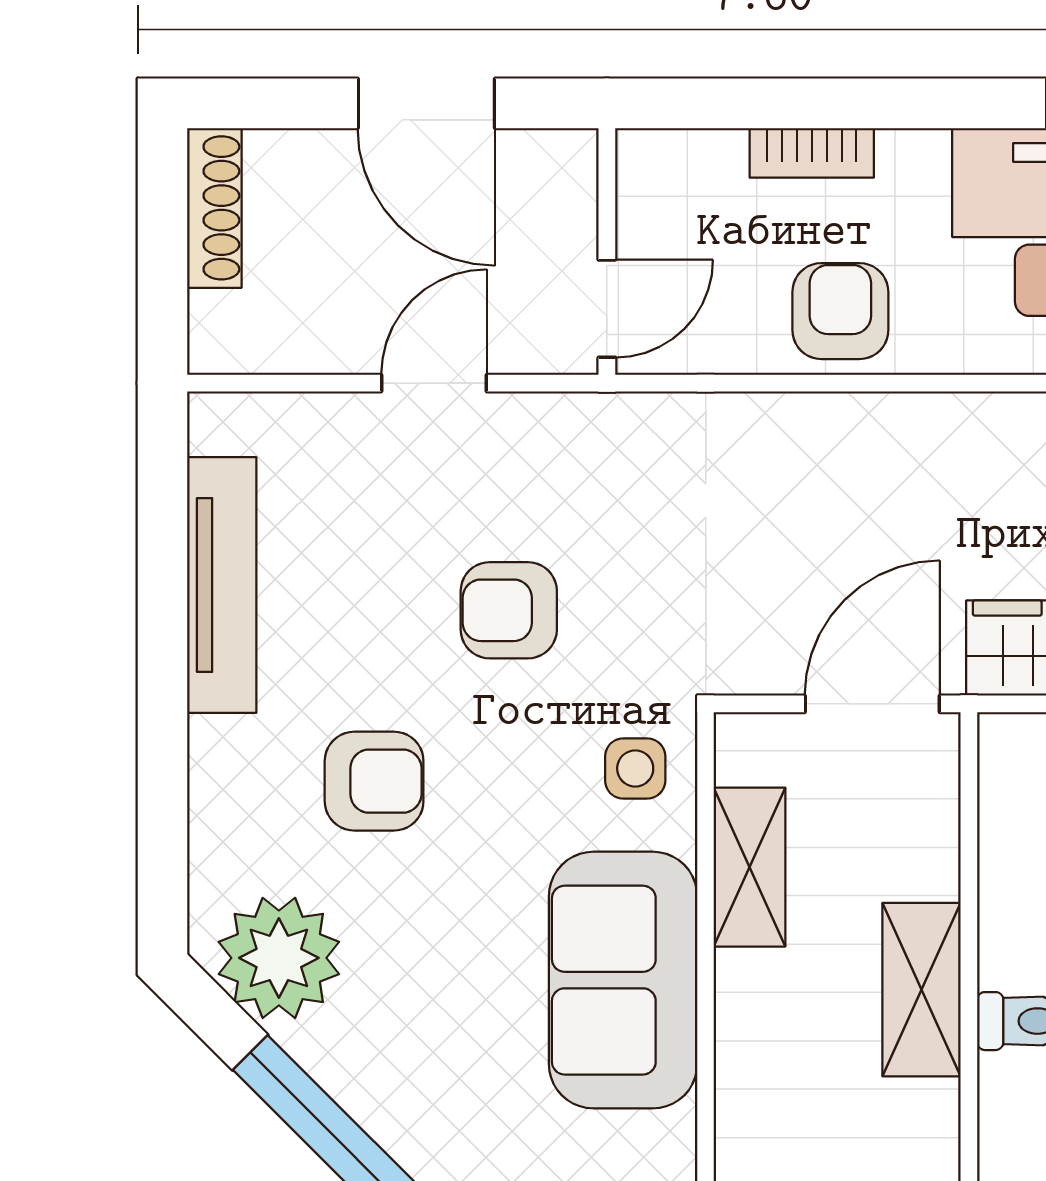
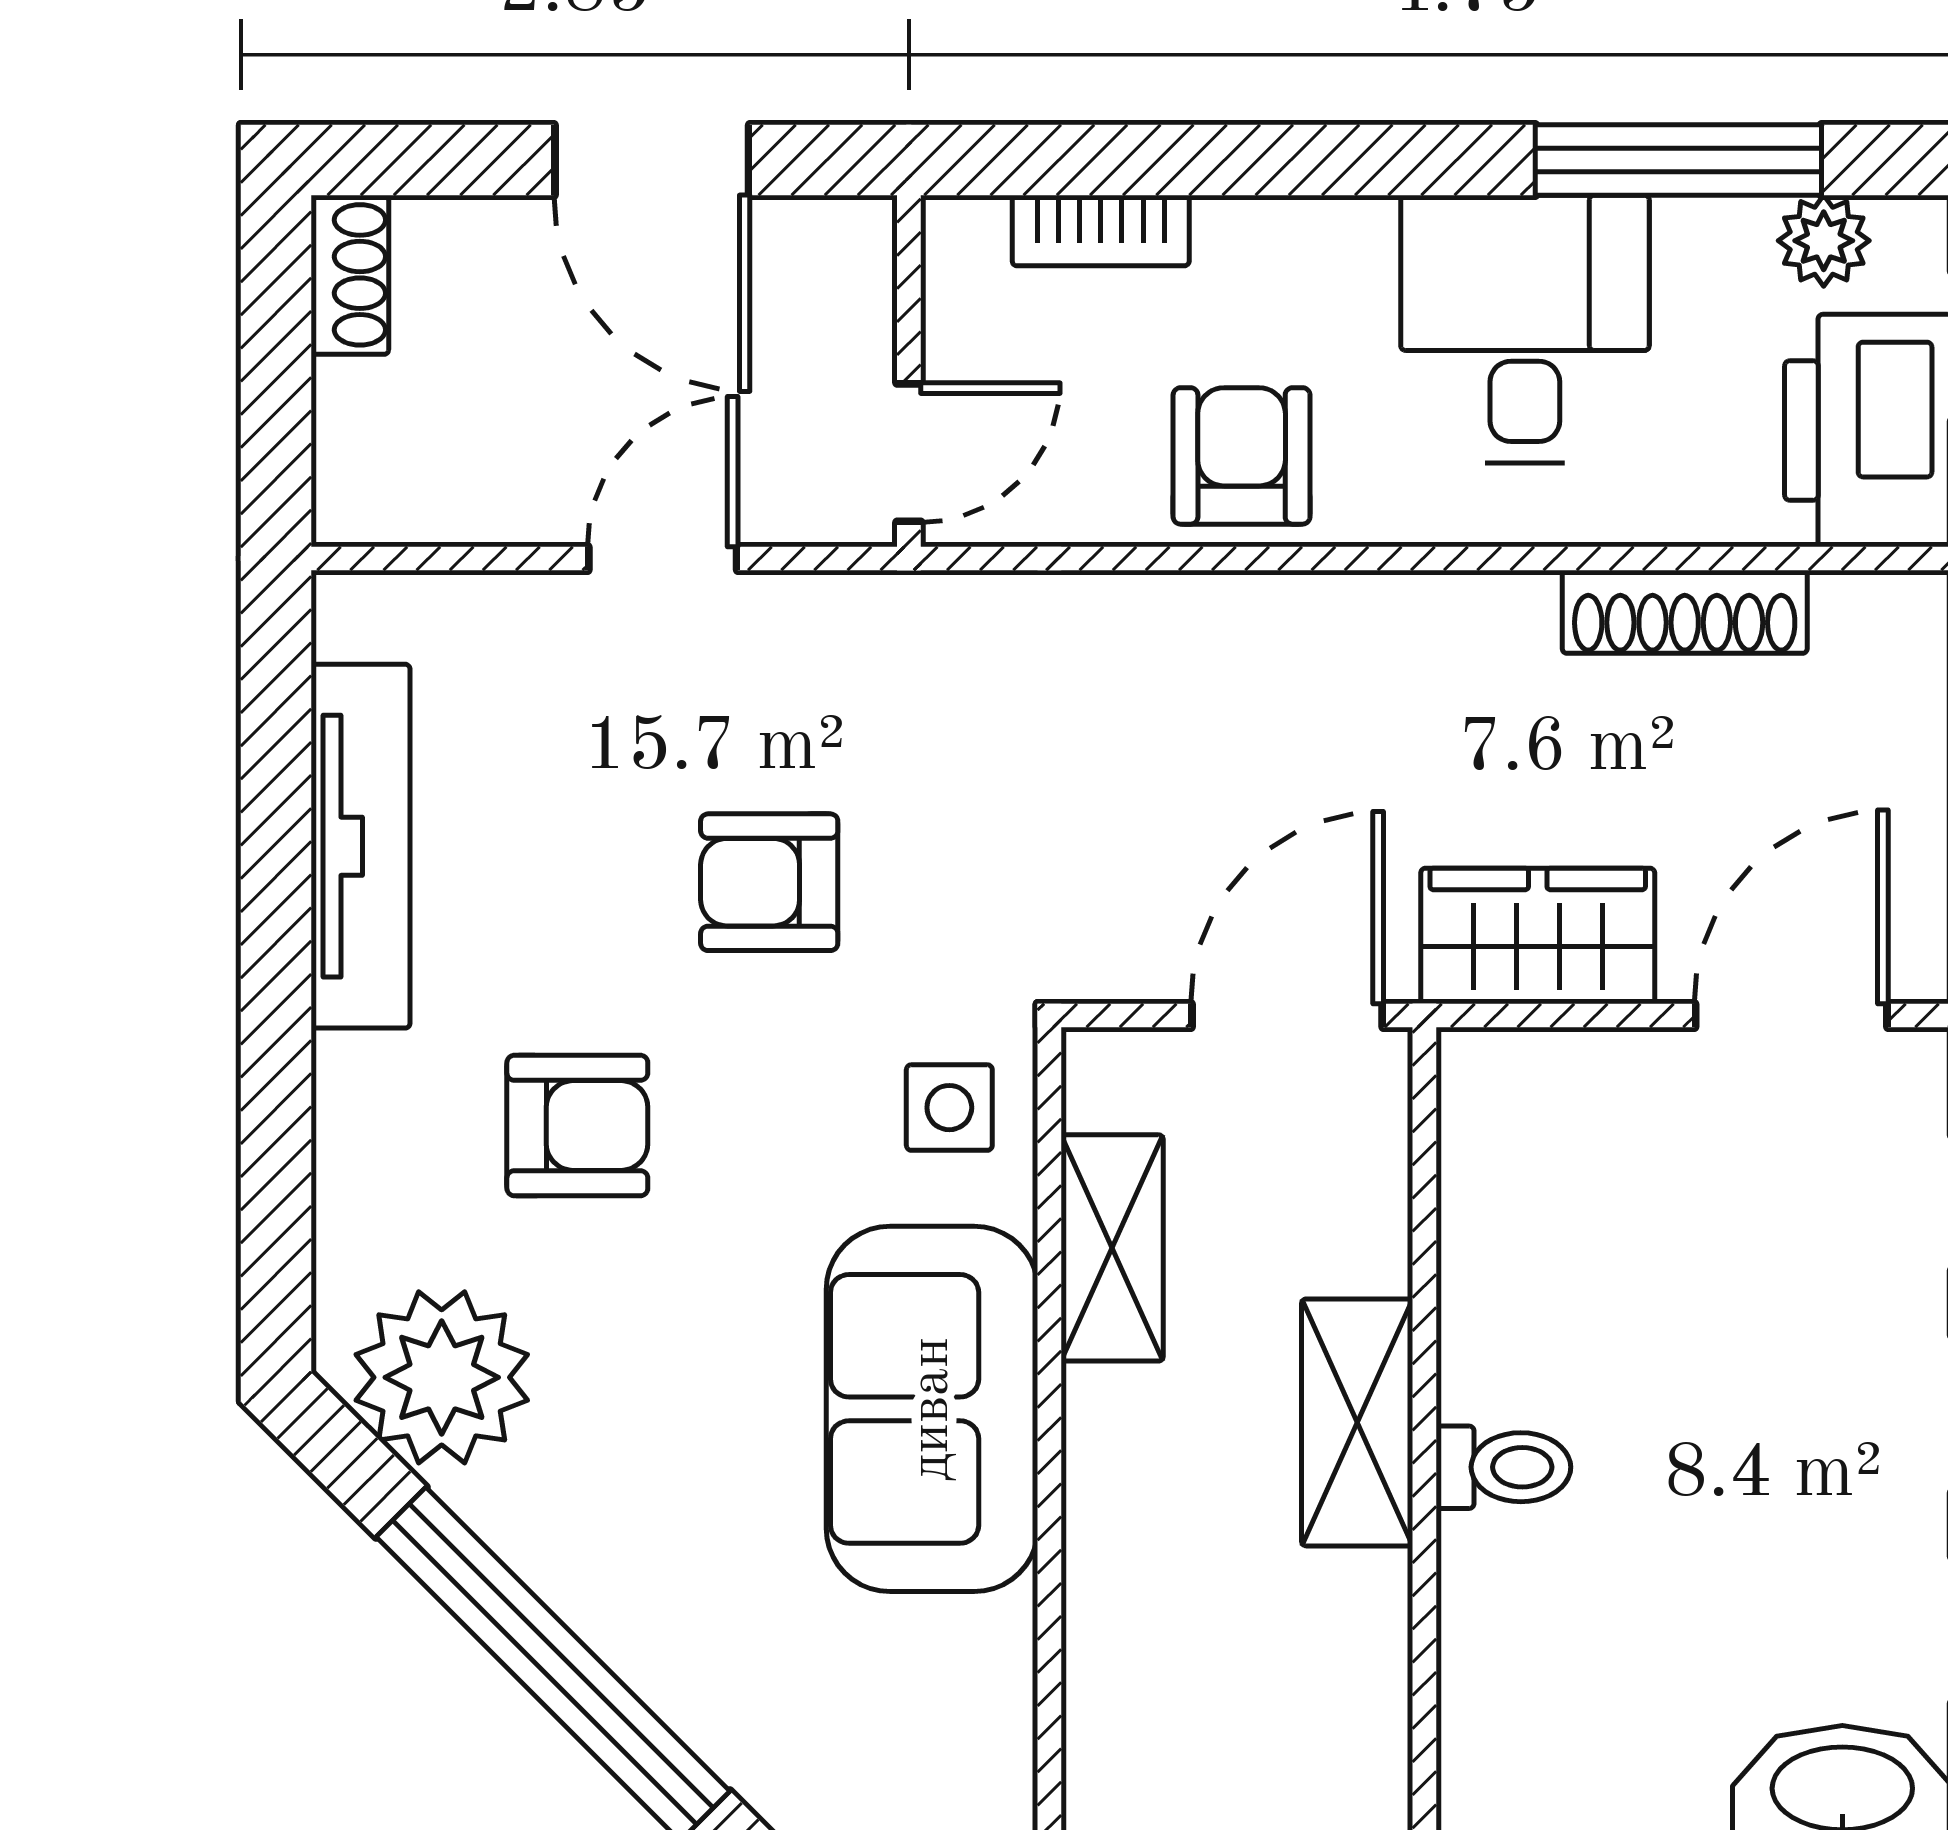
bookcase: (812, 153) -> (1101, 231), moved
shoe rack: (214, 208) -> (350, 275), width x0.70

